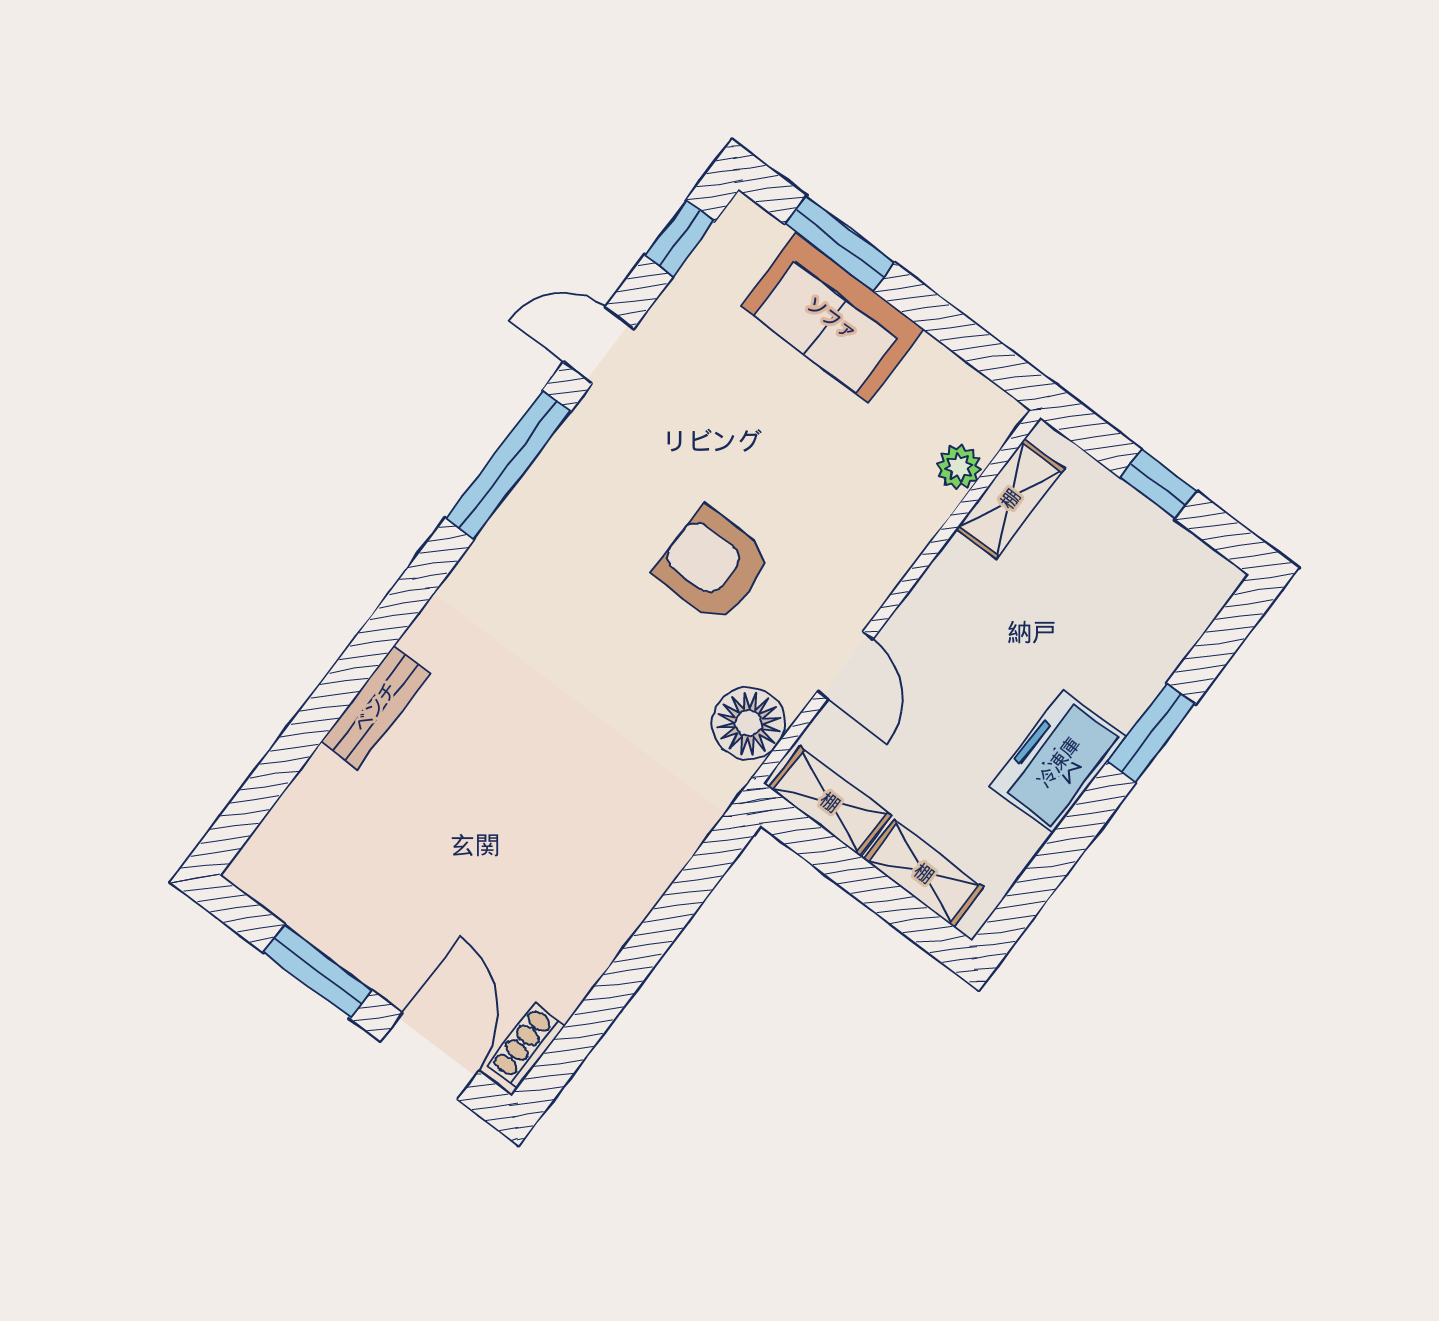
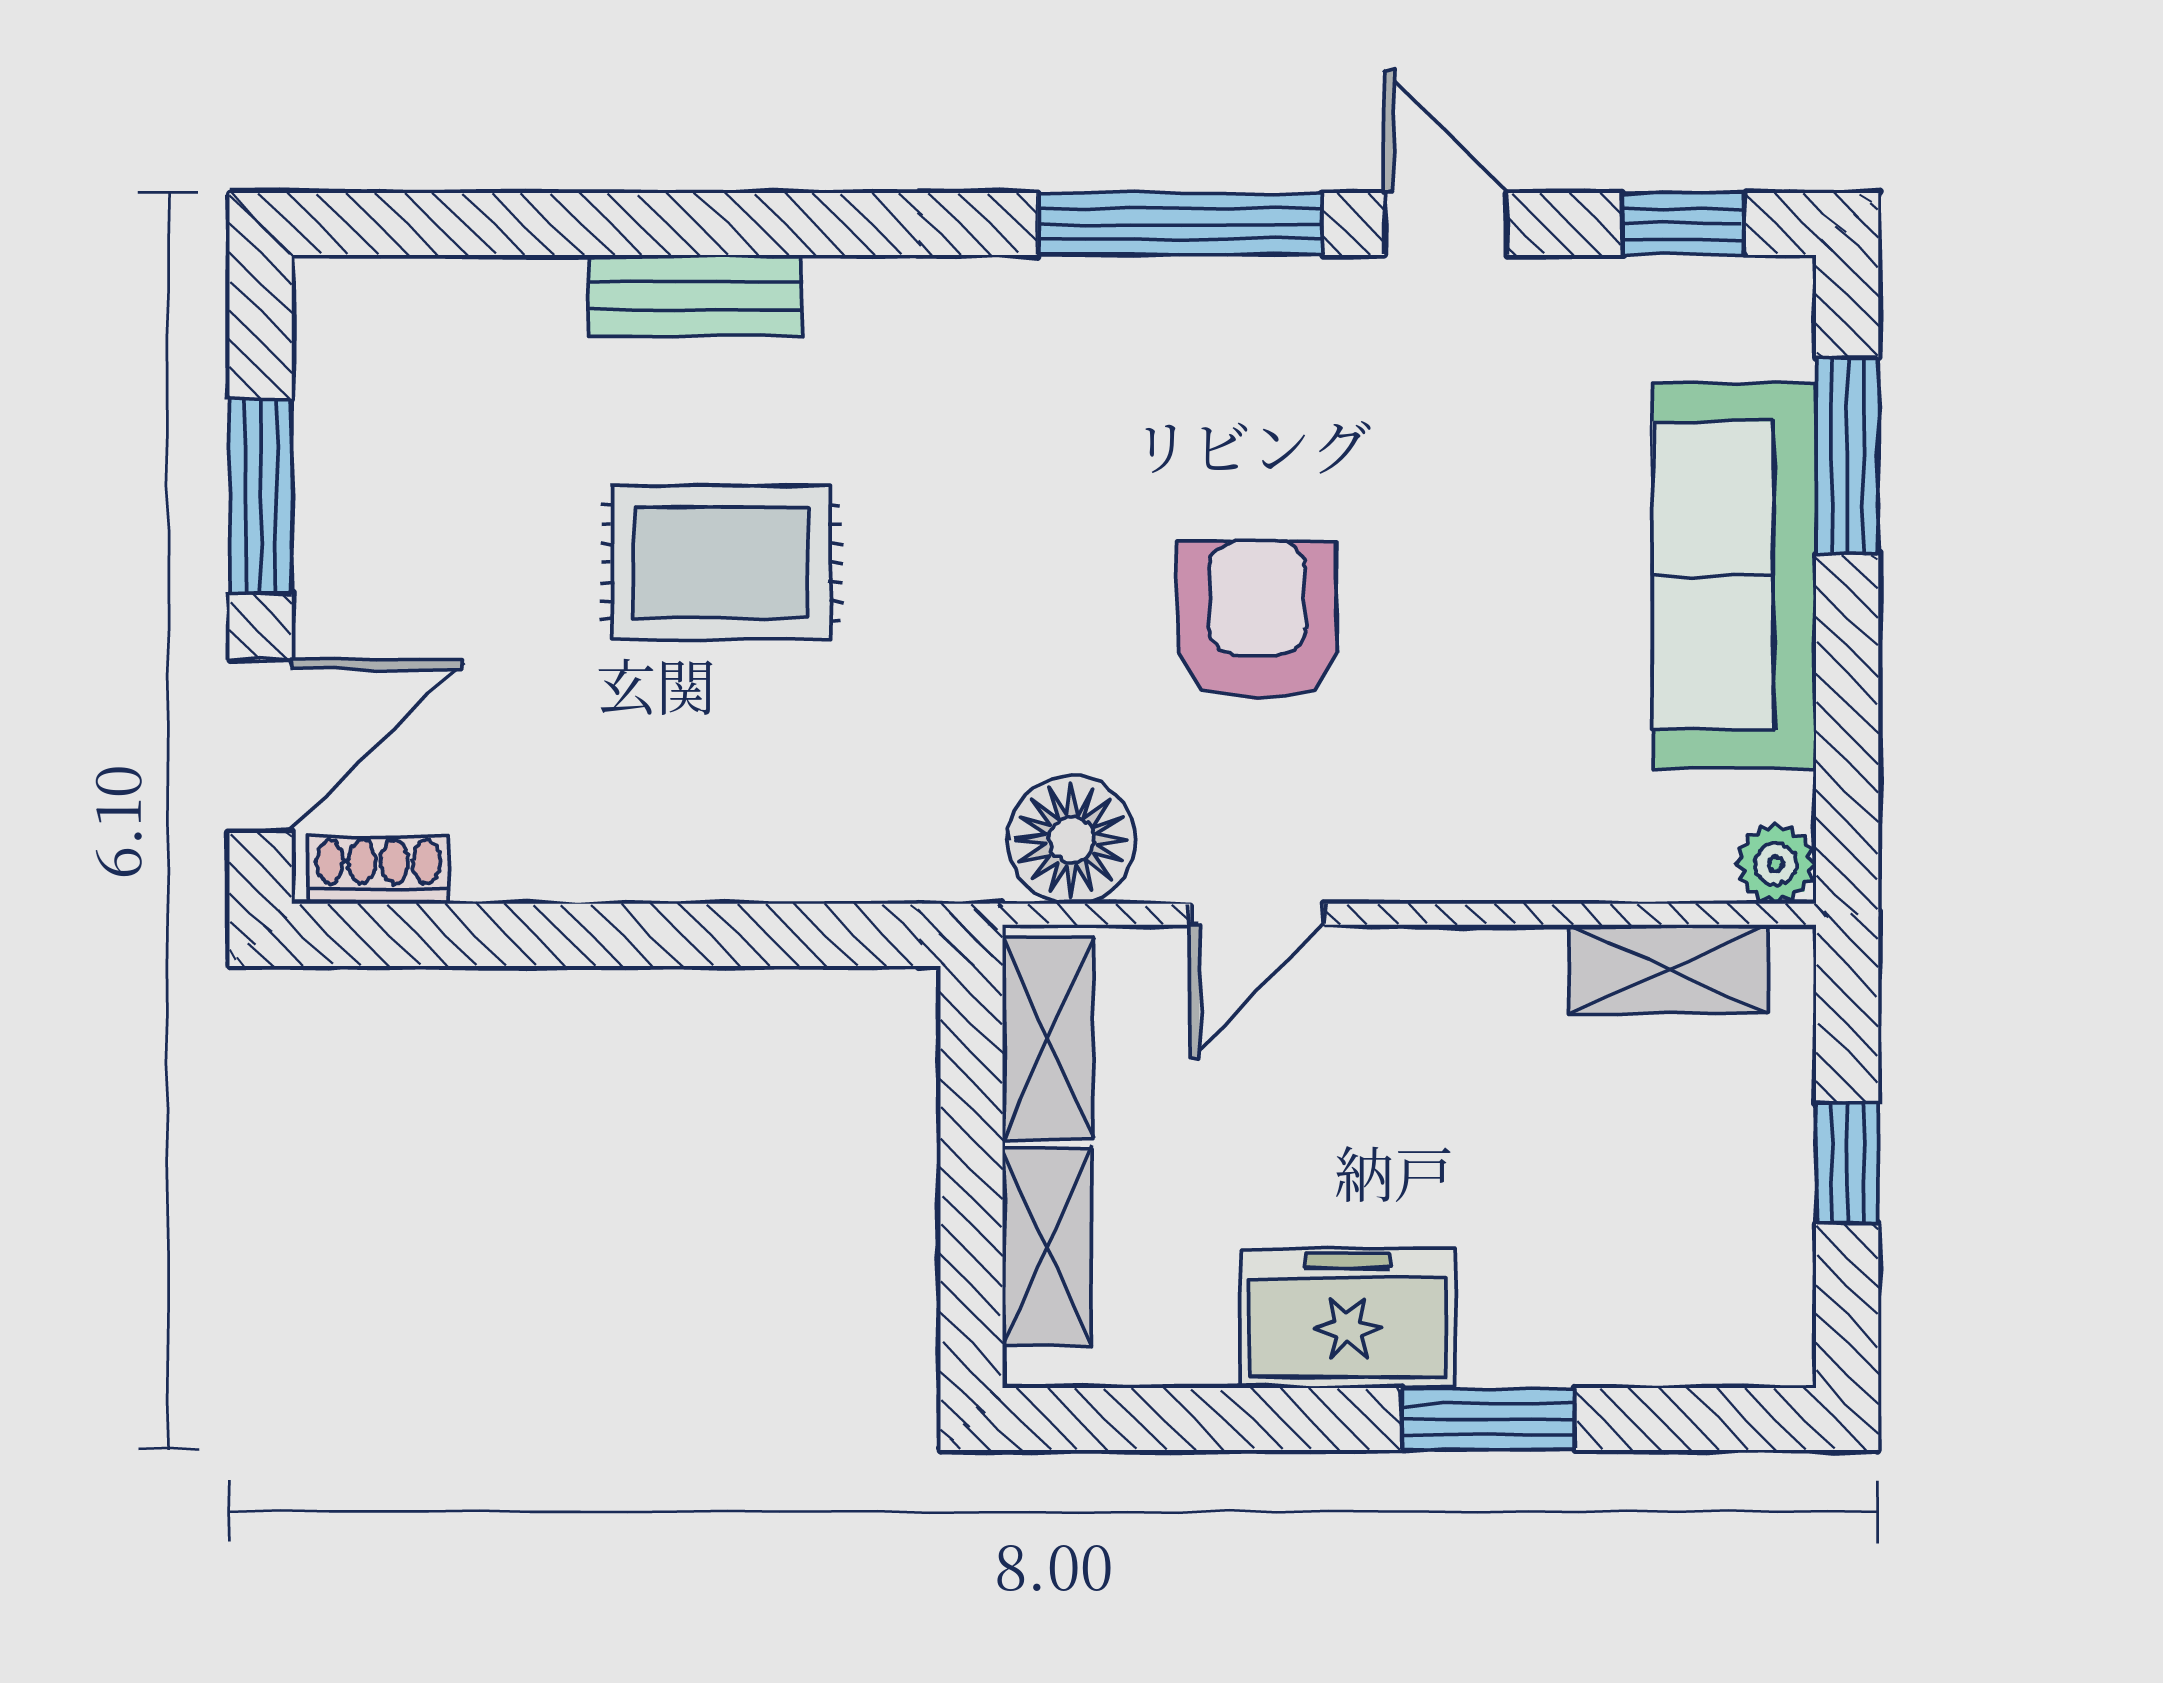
sofa: (832, 318) -> (1734, 576), width x1.36
plant: (959, 467) -> (1776, 864), moved
rug: (504, 787) -> (721, 563), added

